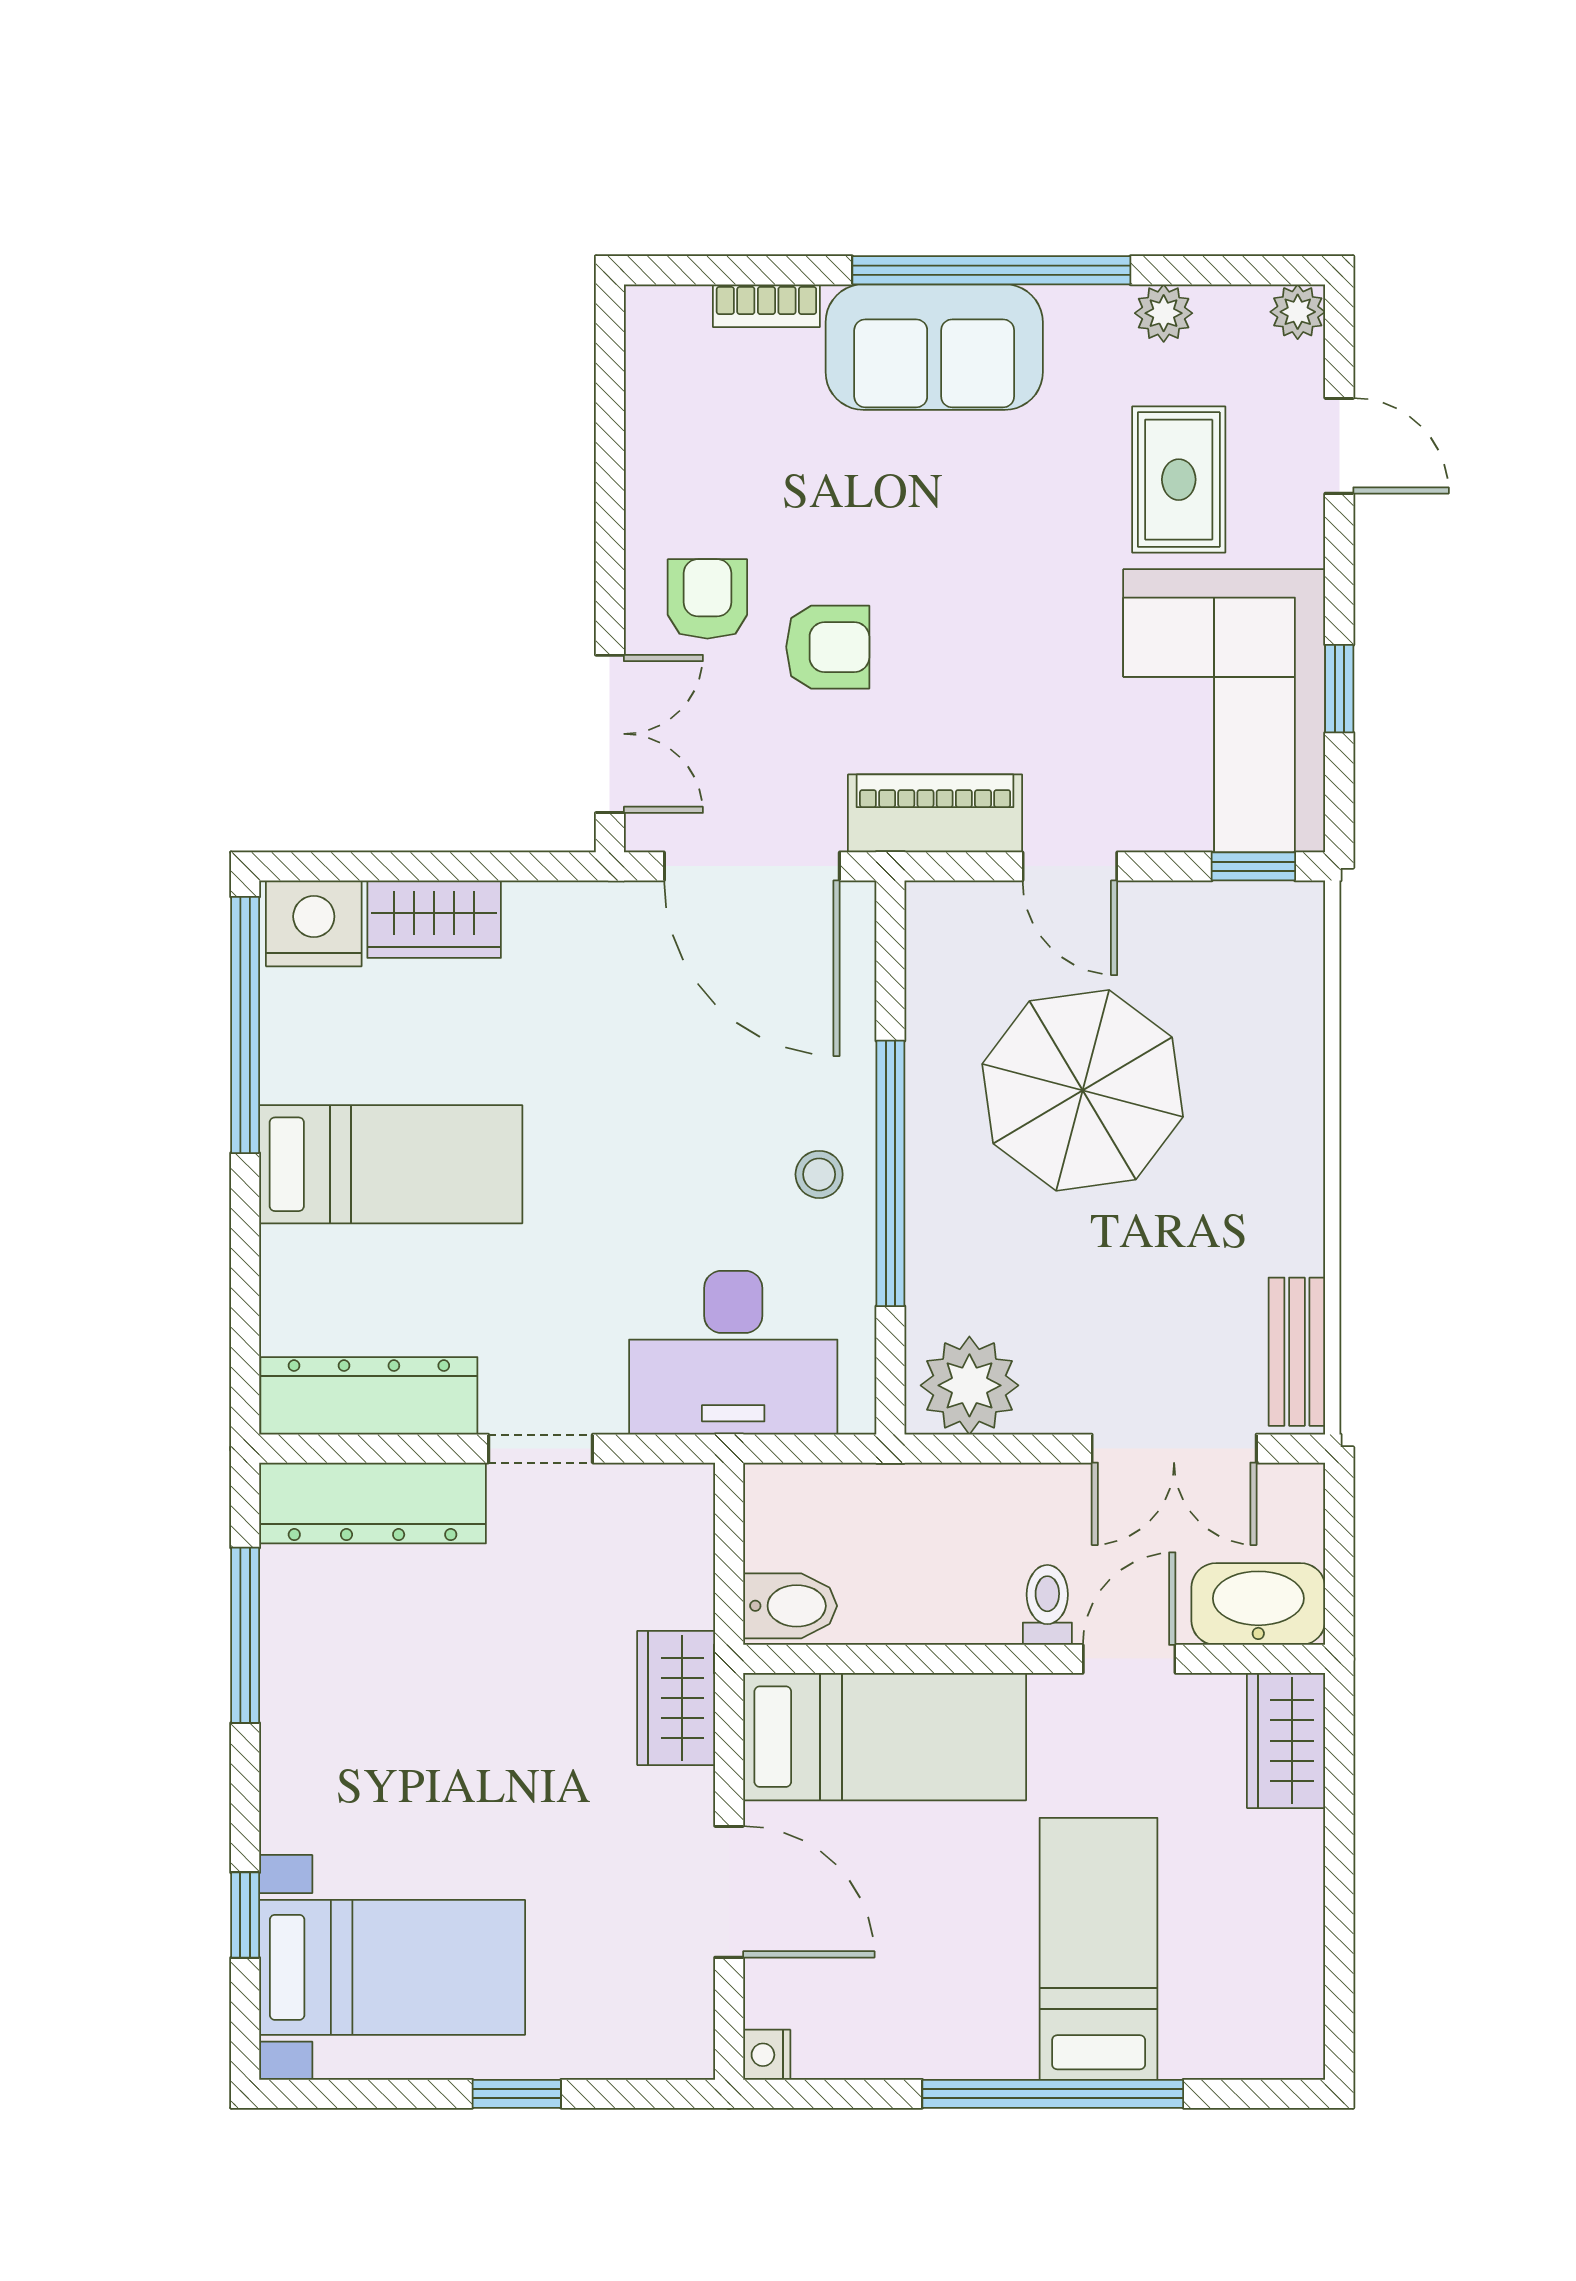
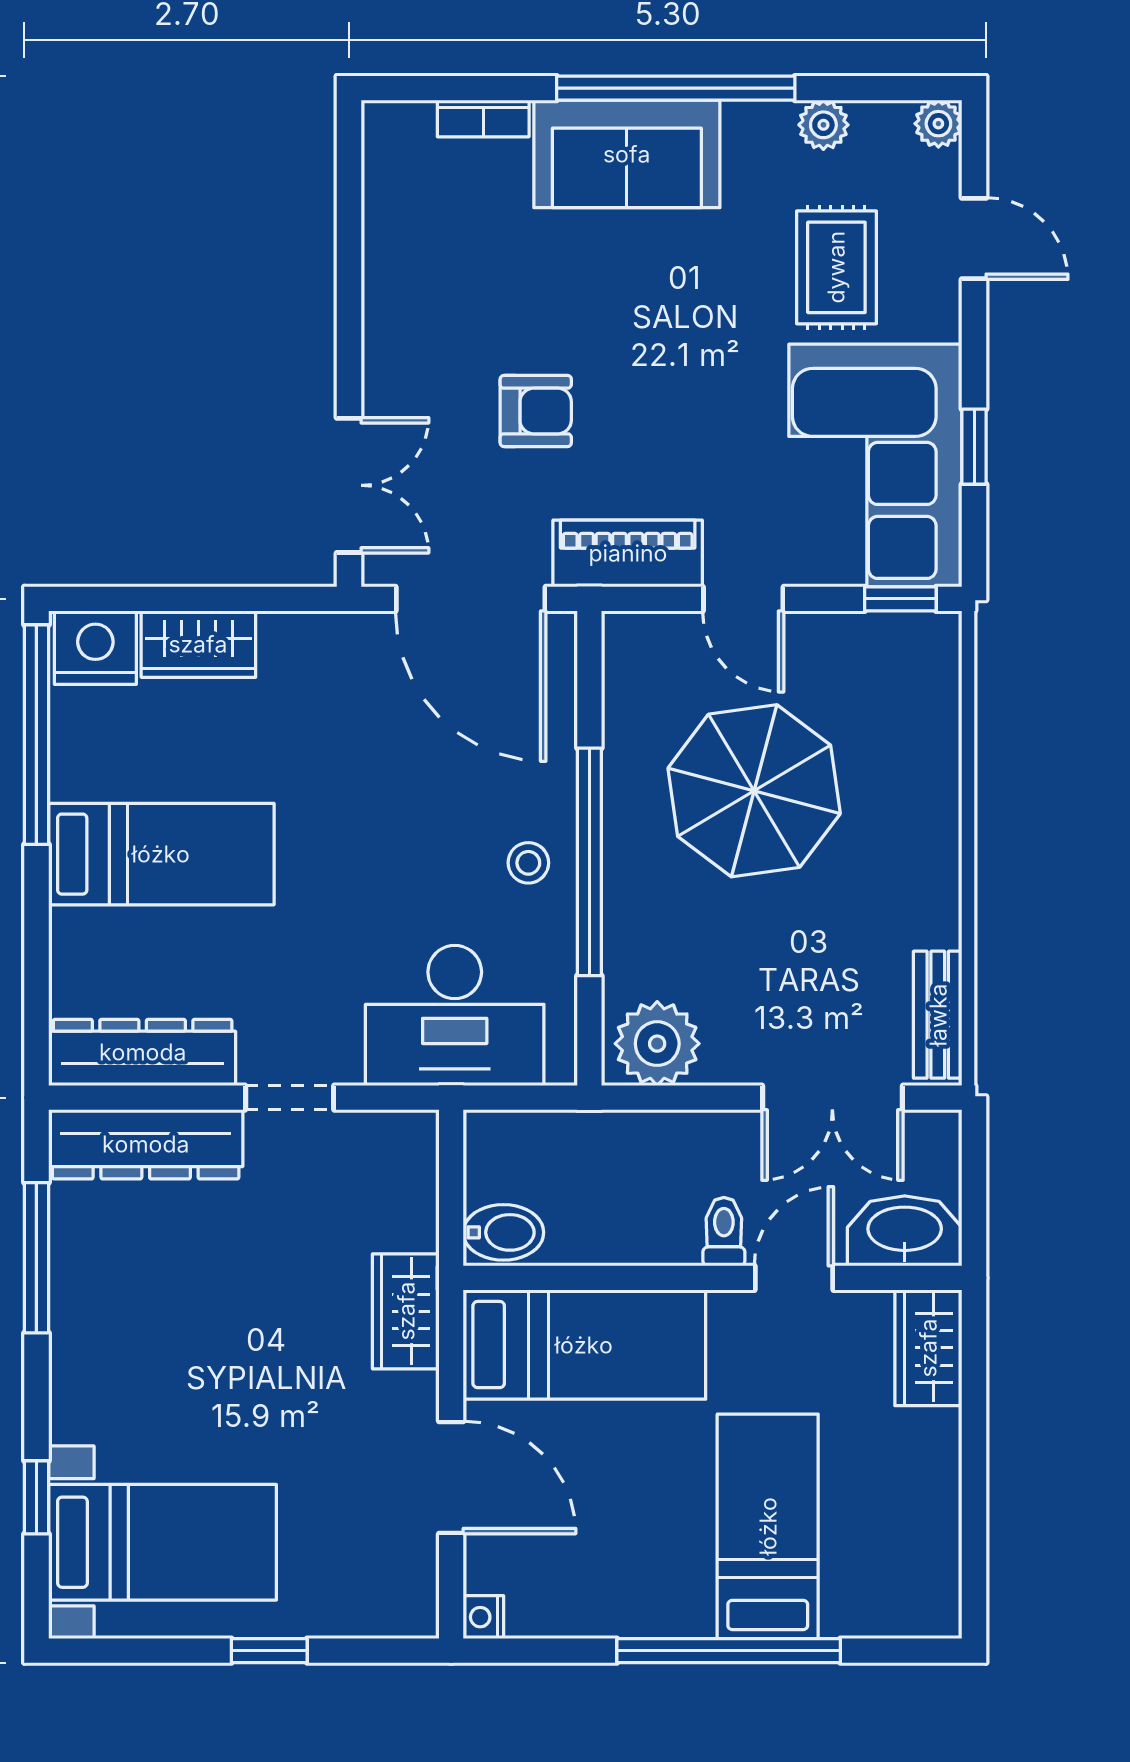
armchair: (707, 599) -> (433, 370), removed

